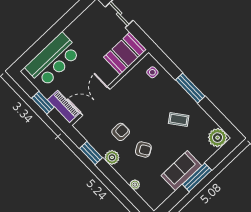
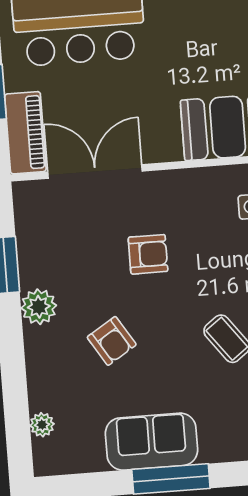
armchair: (121, 132) -> (148, 254), moved
plant: (135, 185) -> (42, 425), moved

